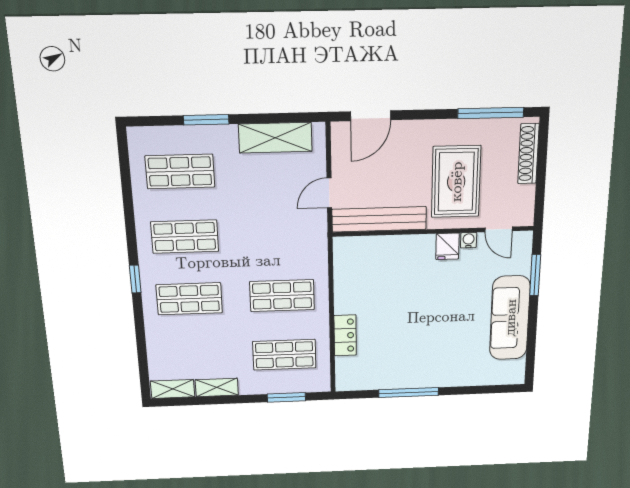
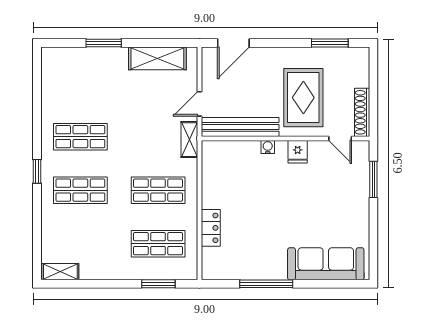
window: (491, 113) -> (330, 43), width x0.69
shoe rack: (528, 154) -> (362, 112), moved
shop shelf: (180, 171) -> (80, 83), removed
water cooler: (469, 240) -> (268, 147), moved
sofa: (510, 318) -> (326, 264), moved, turned 90
shelving: (217, 387) -> (189, 140), moved, turned 90

